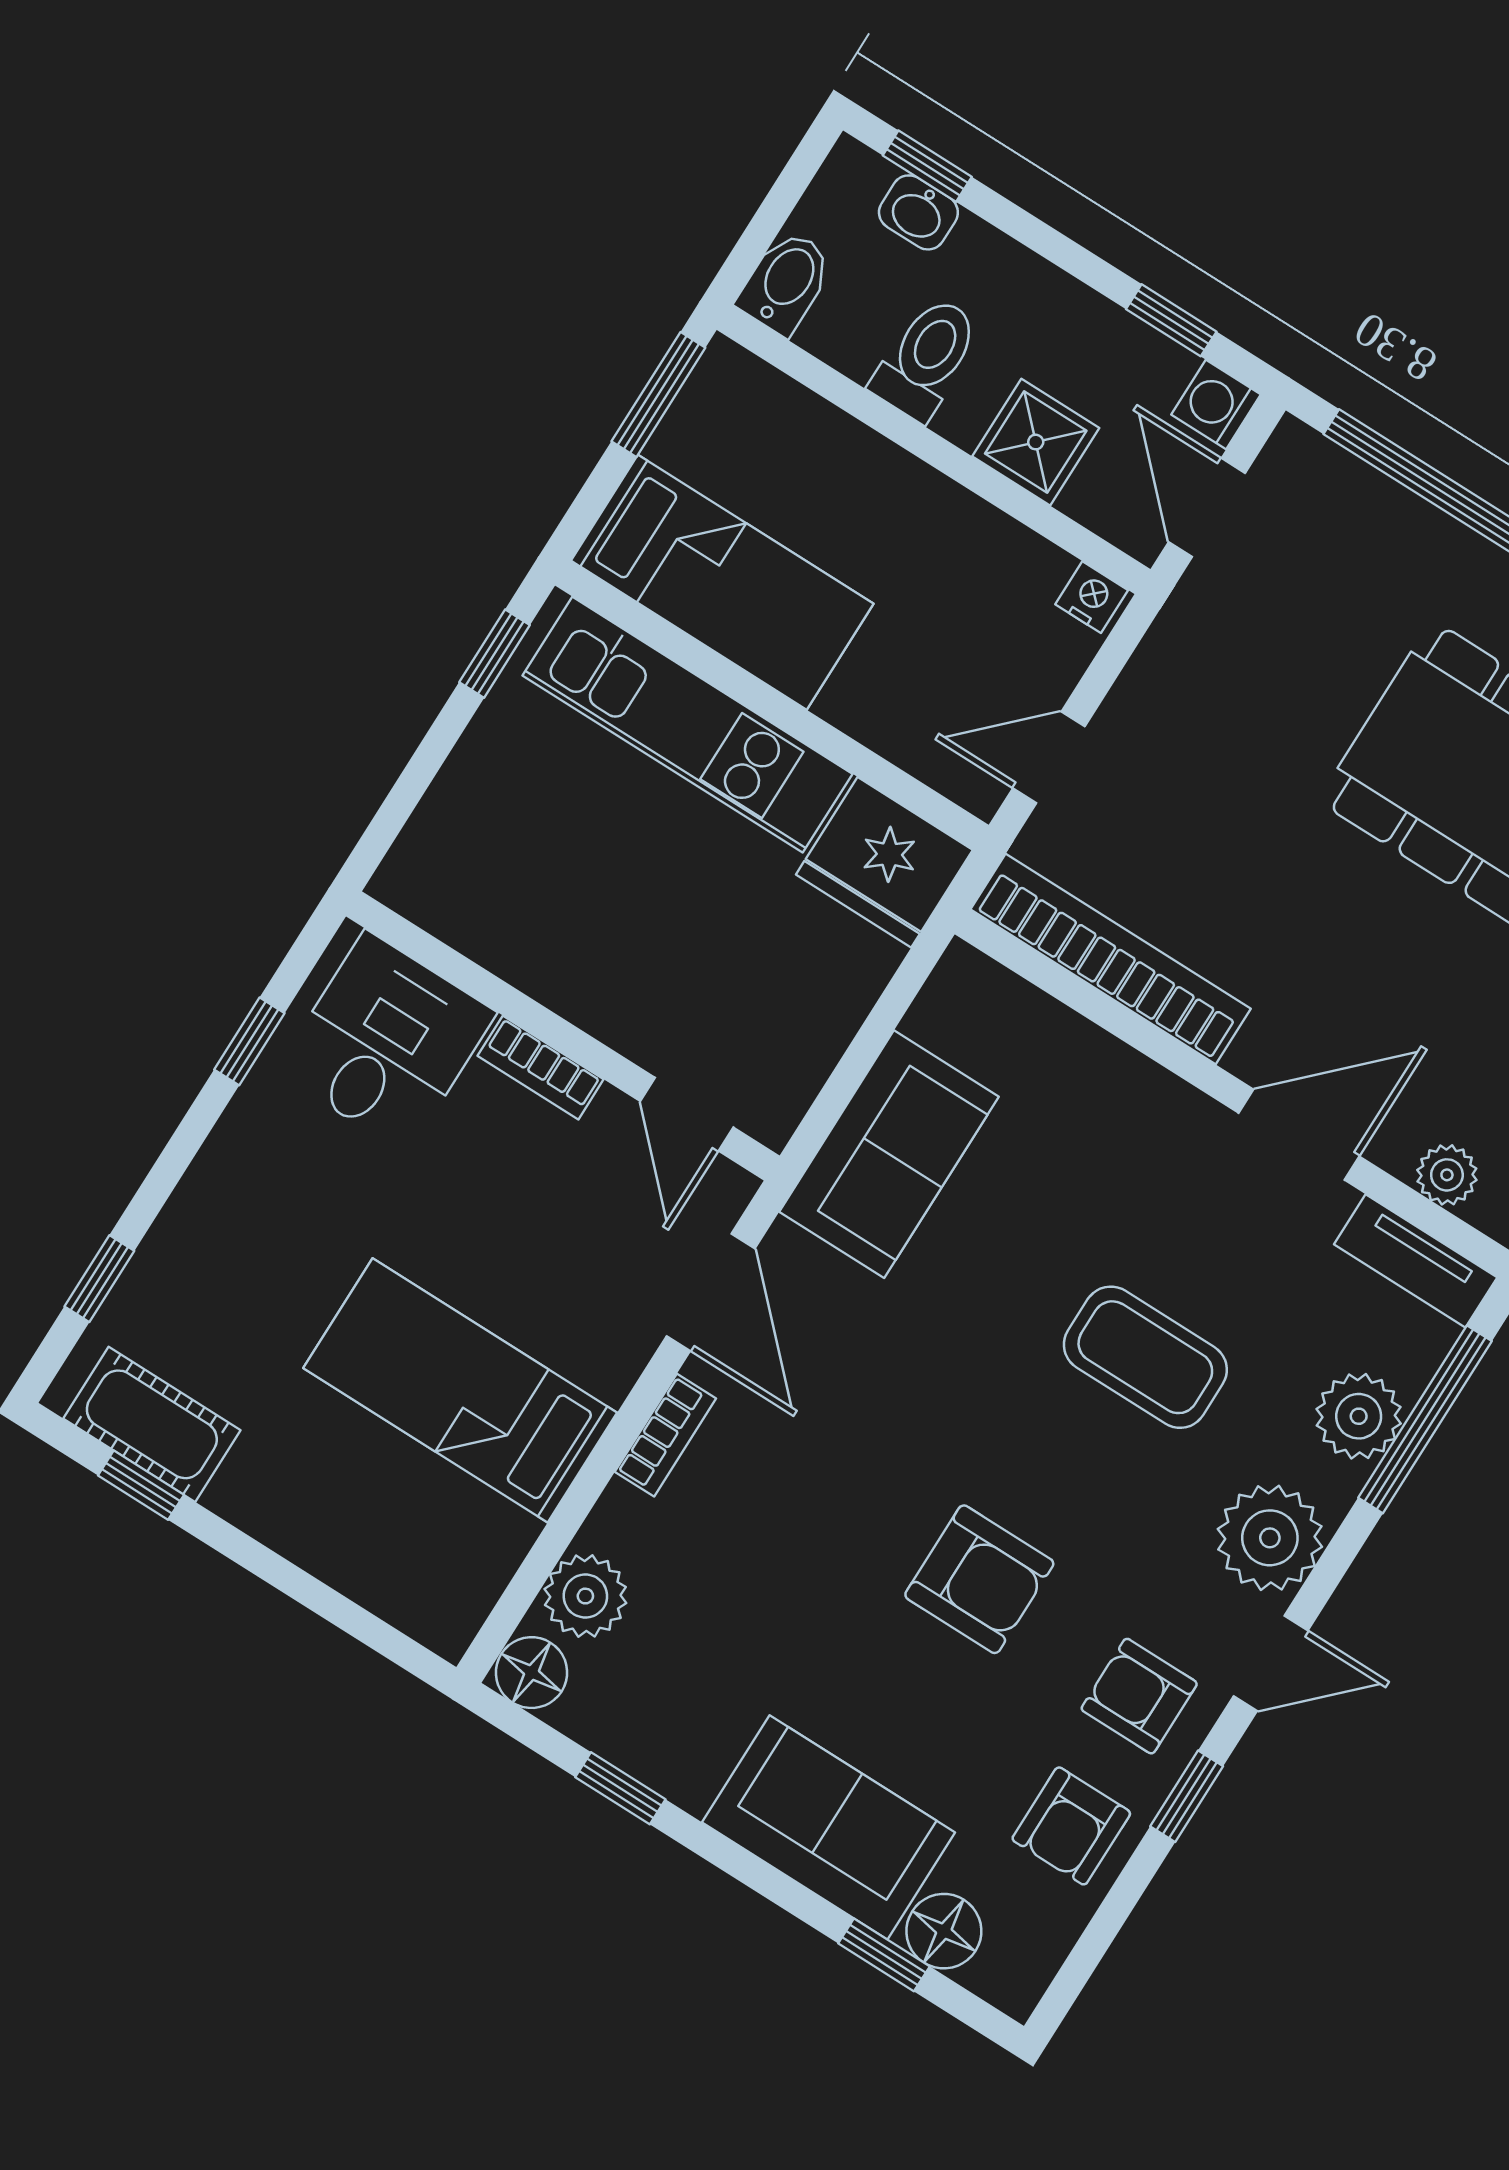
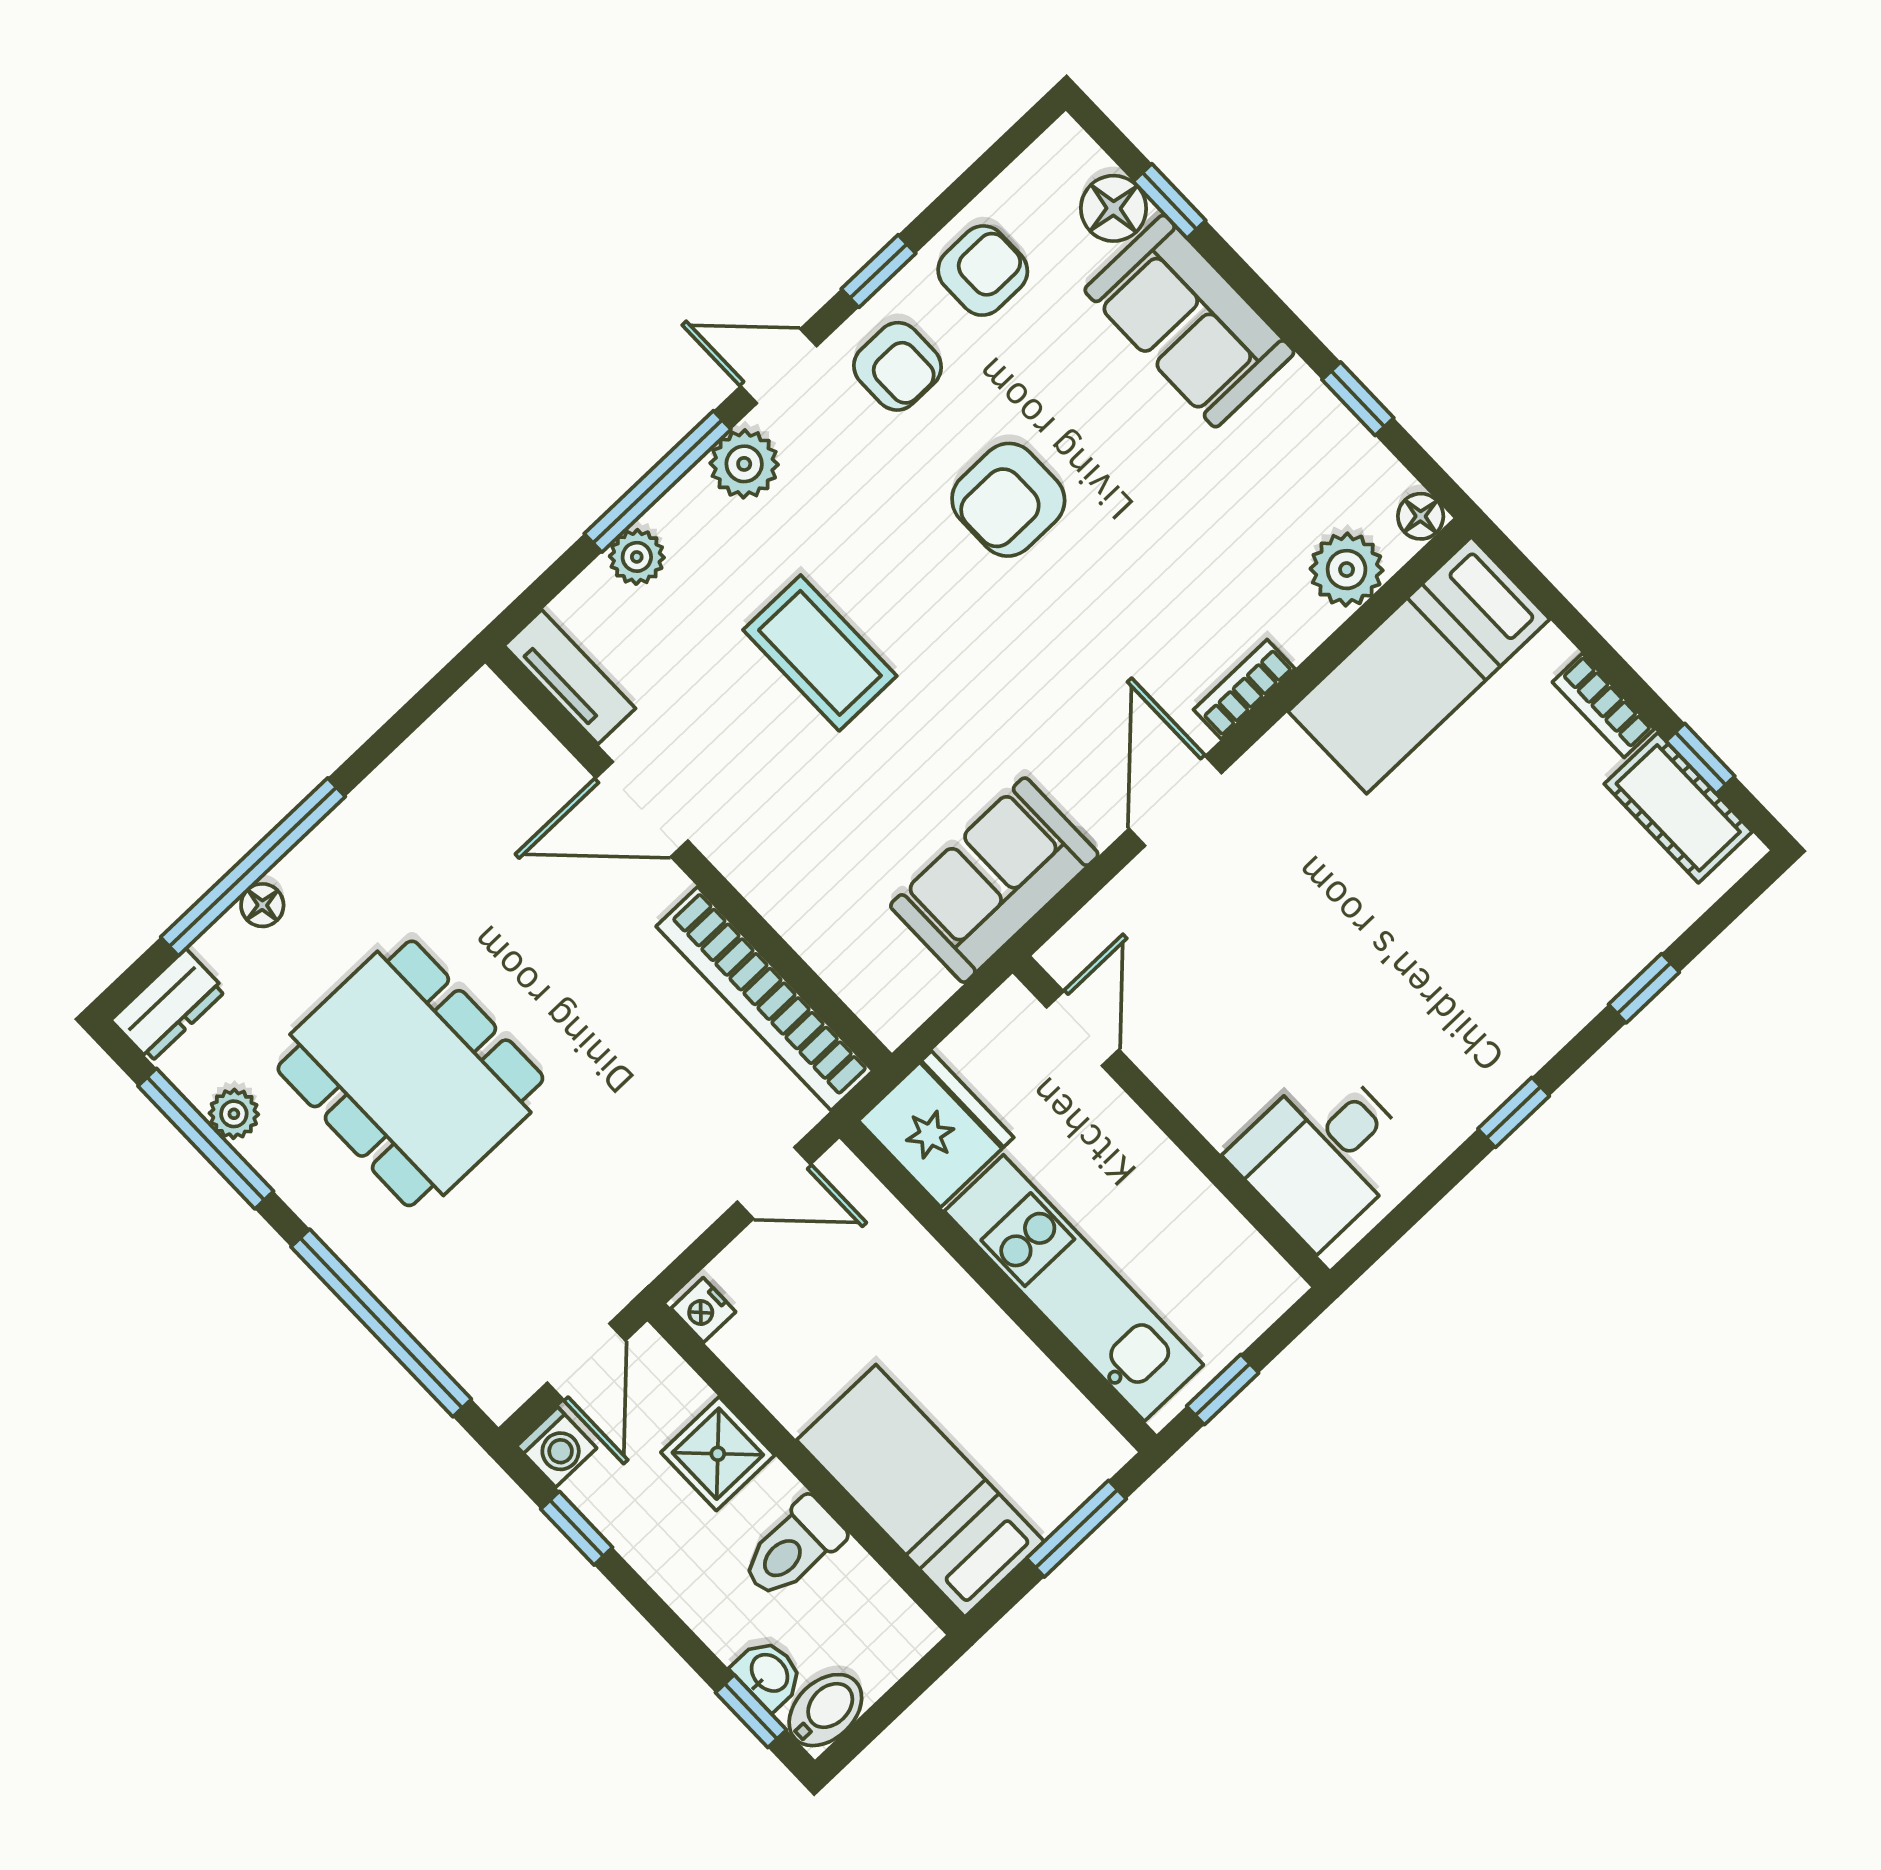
bidet: (786, 282) -> (825, 1710), moved, turned 180
window: (658, 394) -> (1076, 1529), moved
bed: (722, 582) -> (920, 1491), moved
wall: (563, 1036) -> (1171, 1121), moved
desk: (386, 1042) -> (1323, 1154), moved
bookcase: (541, 1068) -> (1603, 705), moved, turned 180
door: (687, 1114) -> (1083, 1029), moved
plant: (1447, 1175) -> (525, 743), removed
window: (99, 1279) -> (1644, 988), moved
bed: (460, 1390) -> (1419, 665), moved, turned 90
plant: (1359, 1416) -> (637, 557), width x0.73, depth x0.73
window: (1425, 1419) -> (658, 481), moved
plant: (1270, 1538) -> (744, 464), width x0.73, depth x0.73
armchair: (979, 1579) -> (1008, 500), turned -90
floor lamp: (531, 1673) -> (1421, 516), width x0.73, depth x0.73

